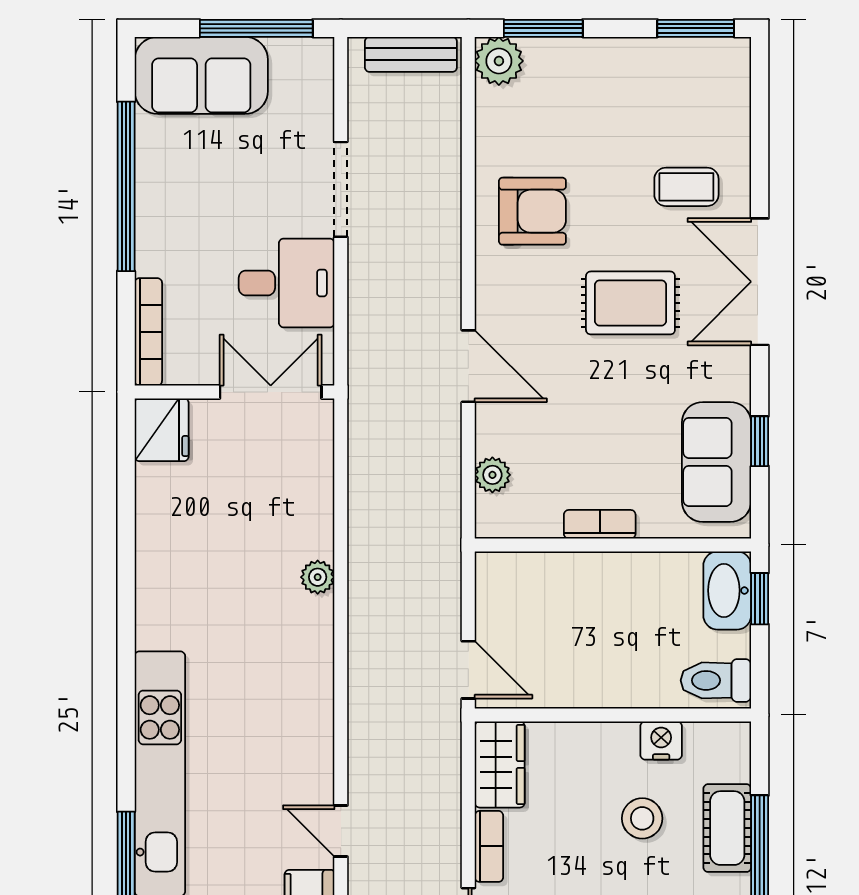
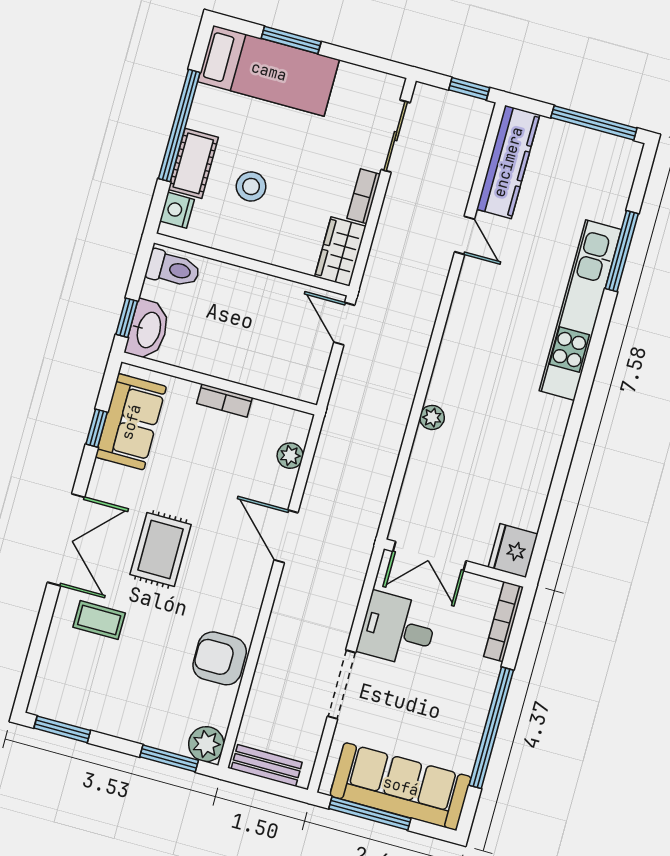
sofa: (201, 75) -> (401, 786), width x1.36
armchair: (532, 211) -> (220, 658), moved
rug: (630, 303) -> (161, 550), turned 90
nightstand: (661, 741) -> (177, 210), moved, turned 90

